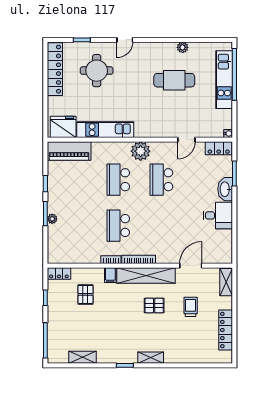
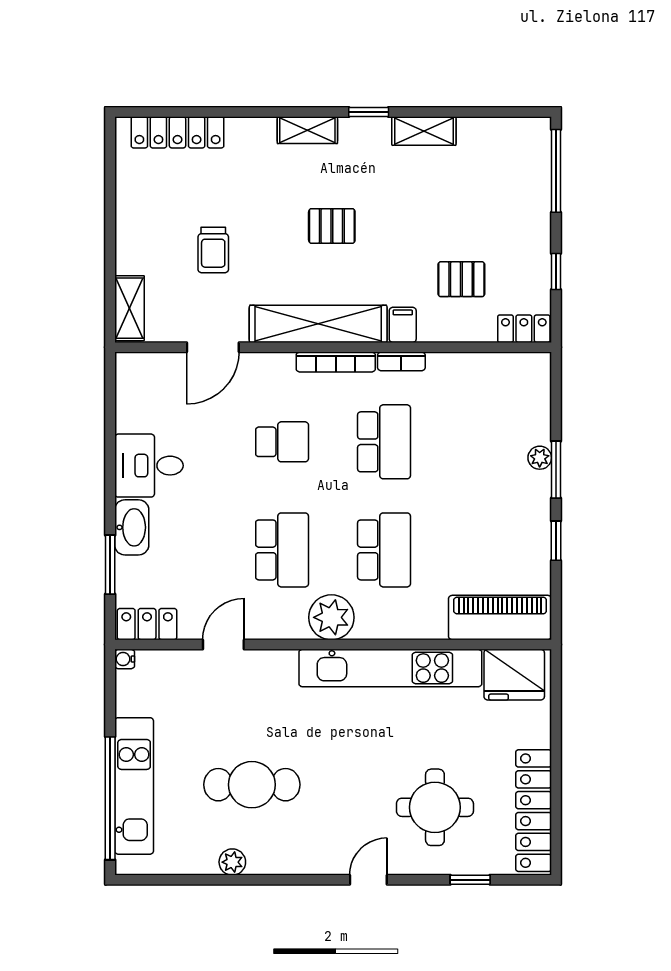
kitchen unit: (105, 130) -> (390, 668), width x1.36
school desk: (161, 226) -> (282, 442), added
pallet: (85, 294) -> (461, 279), turned 90
pallet: (154, 306) -> (332, 226), moved
locker: (226, 330) -> (178, 132), moved, turned 90
shelving: (82, 357) -> (424, 131), moved

